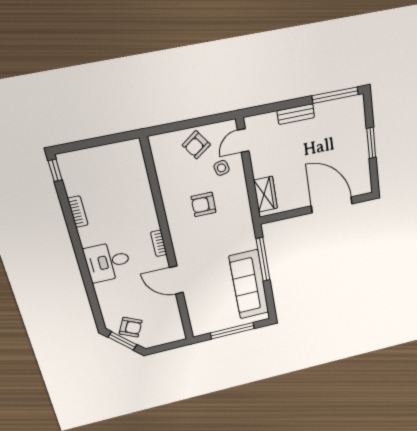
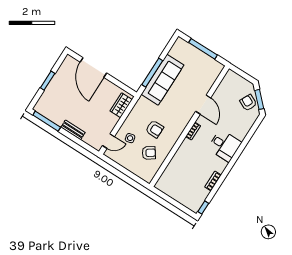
armchair: (196, 145) -> (149, 153), moved
sofa: (249, 285) -> (163, 80), moved

